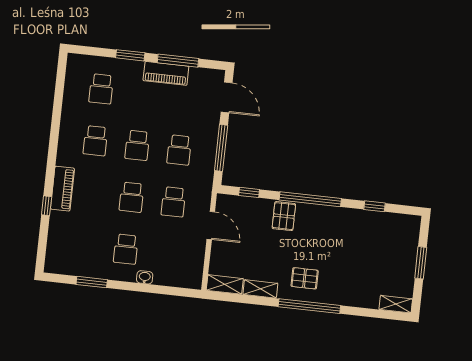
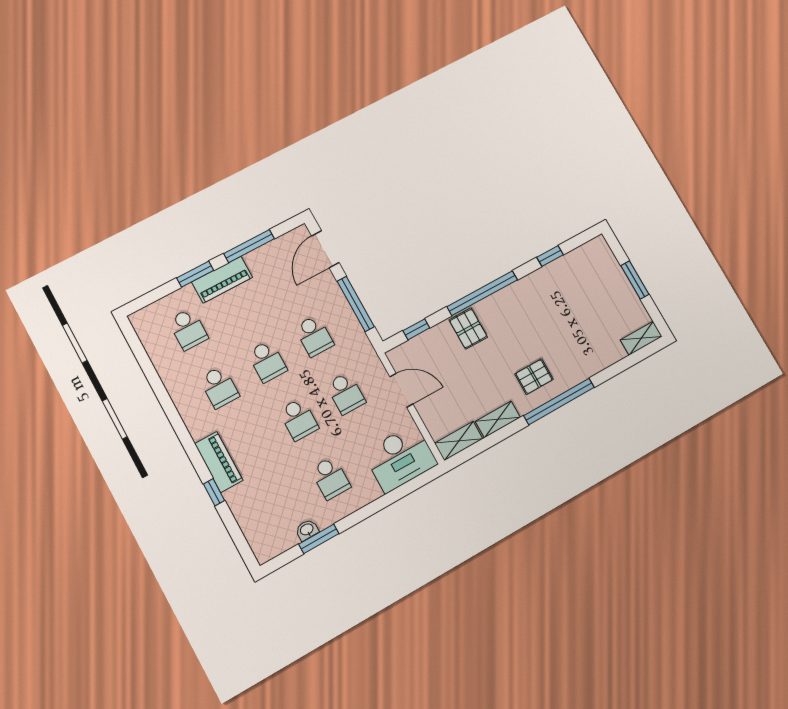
piano: (166, 73) -> (222, 280), moved
door: (227, 97) -> (325, 249), swing flipped
desk: (179, 268) -> (400, 458), added
washbasin: (145, 277) -> (307, 530), moved

